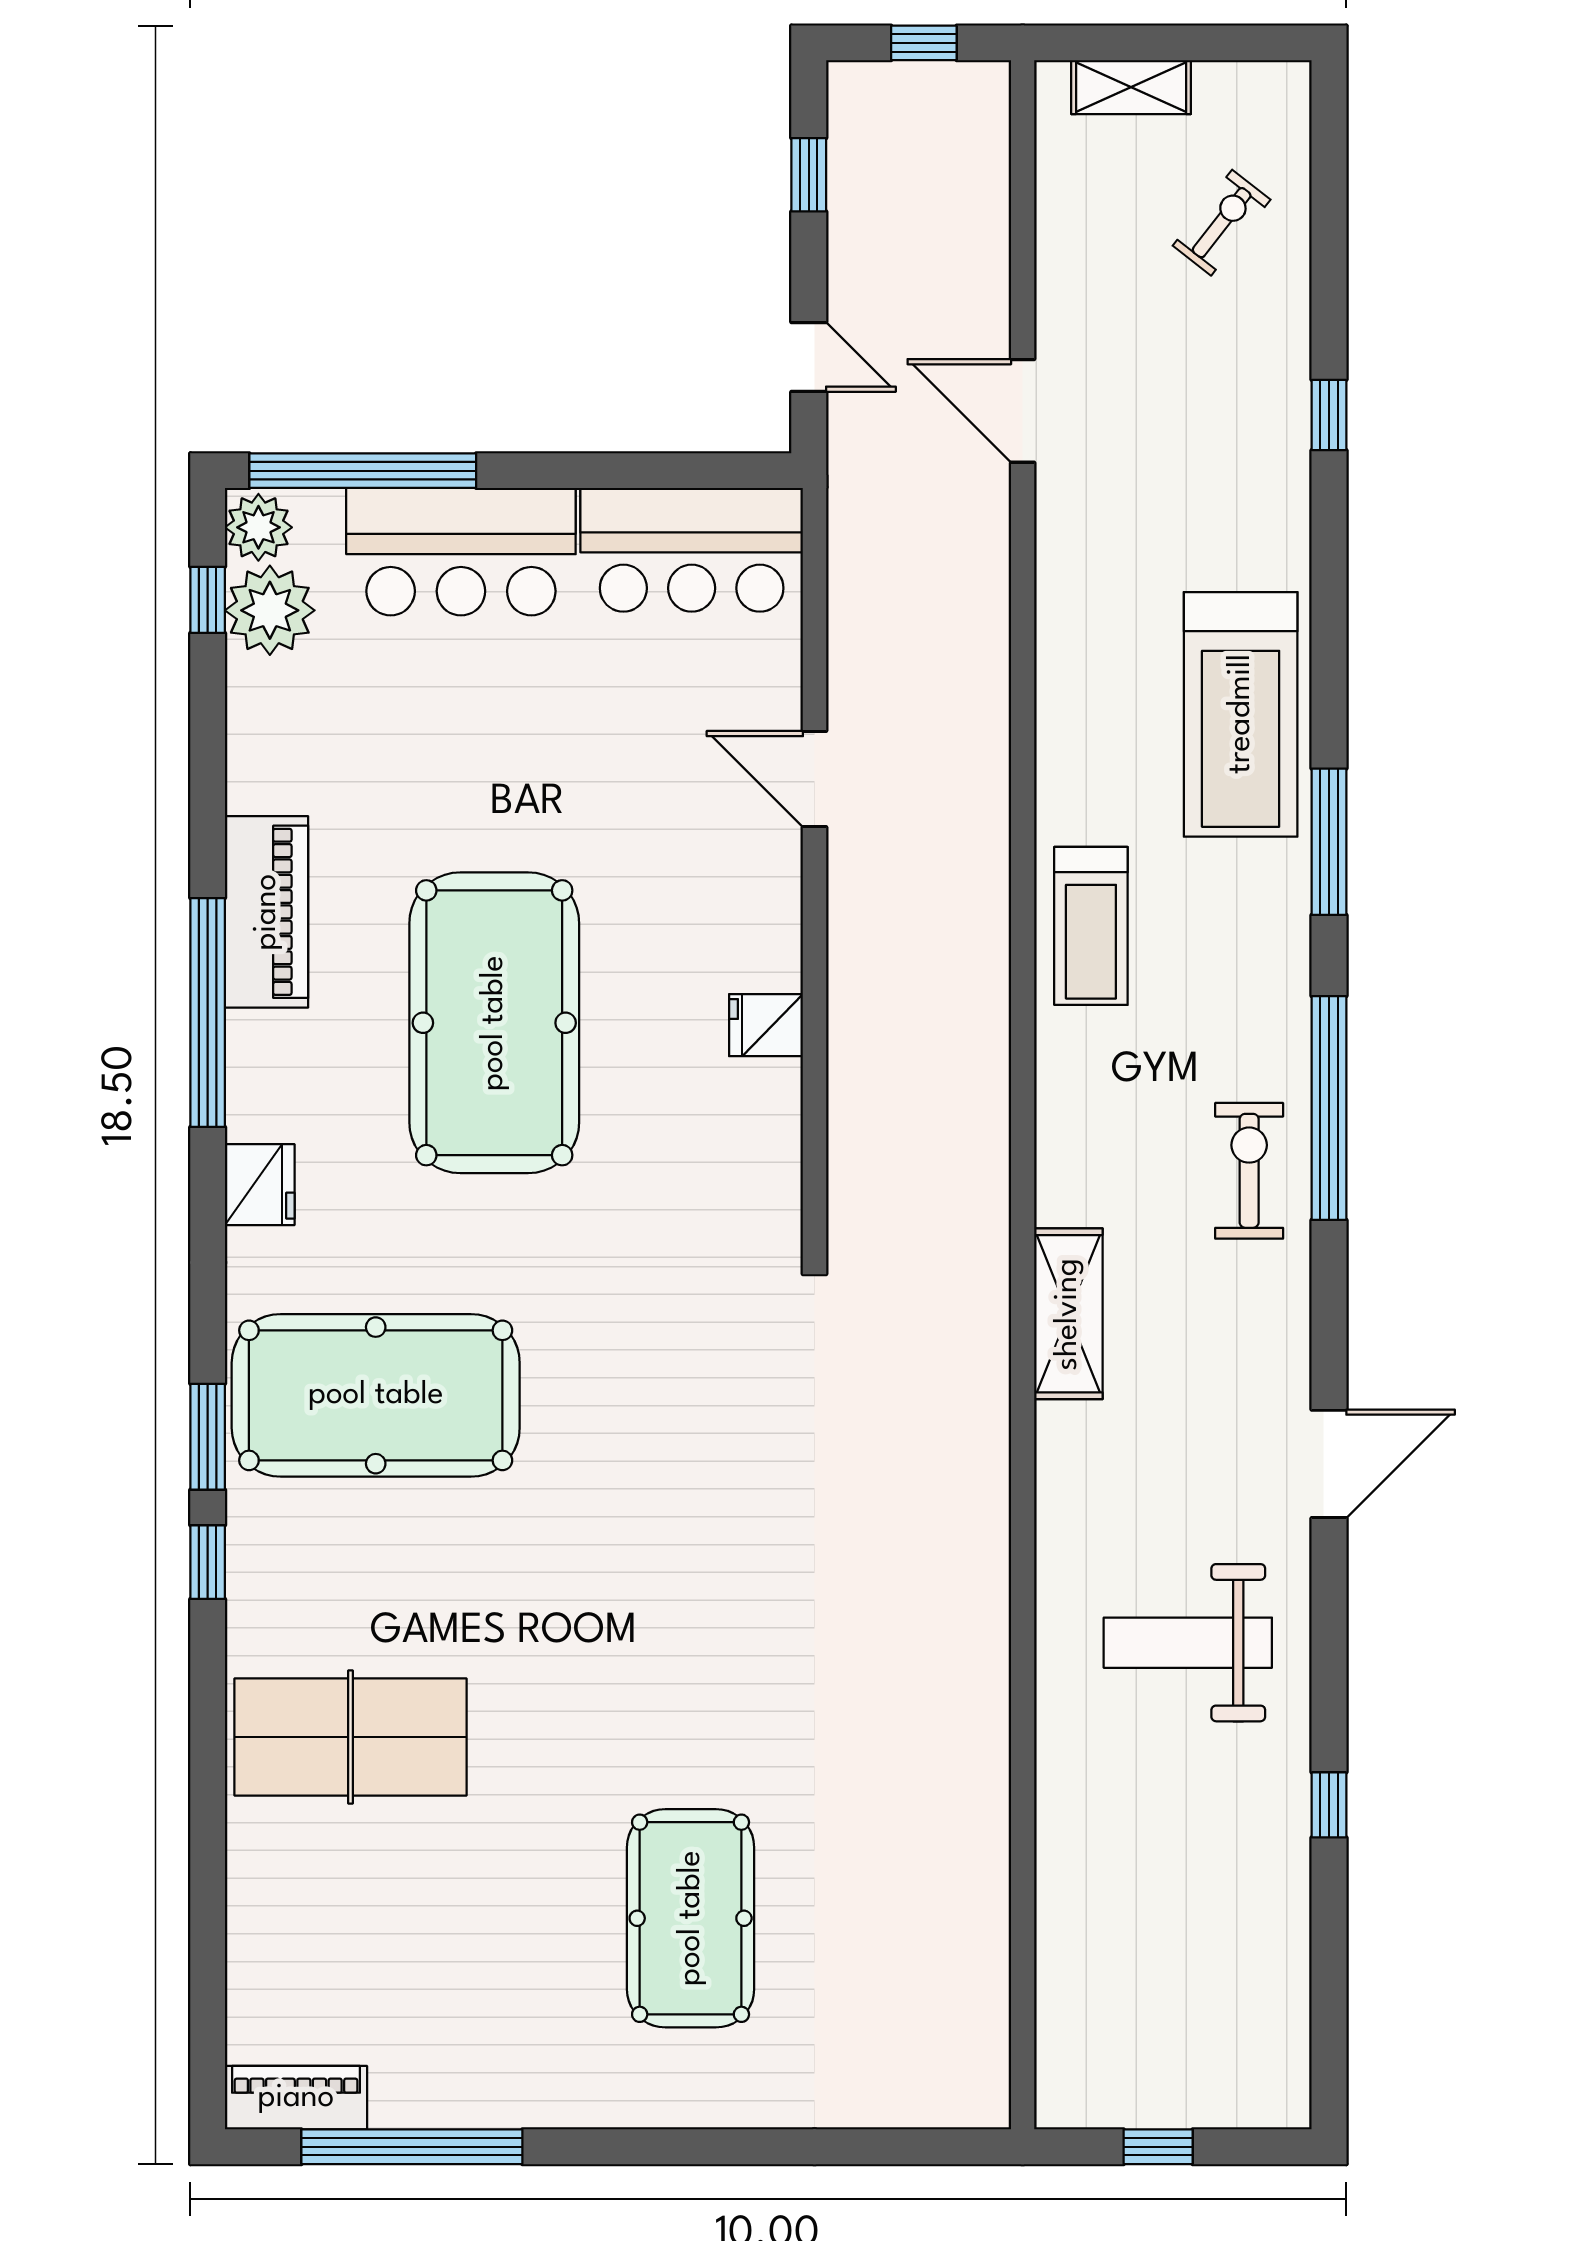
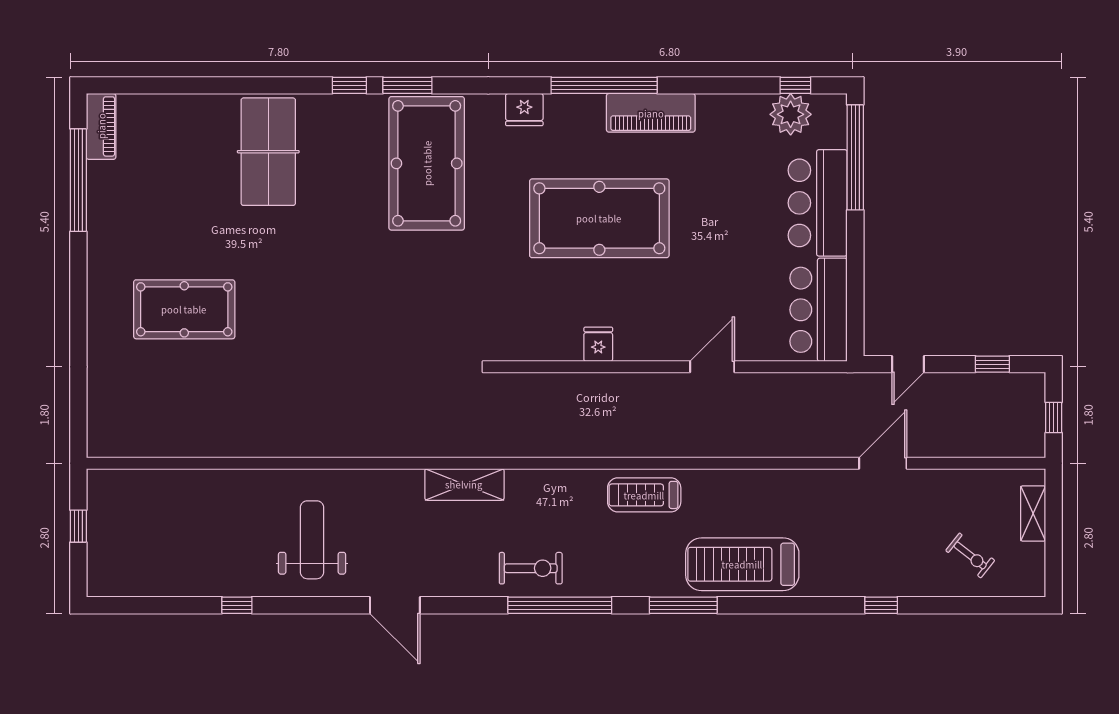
plant: (258, 527) -> (829, 109), removed

